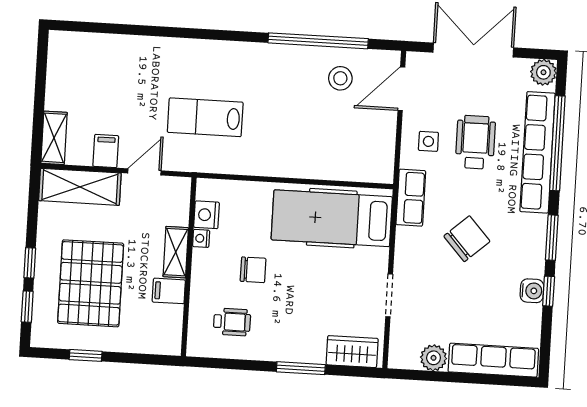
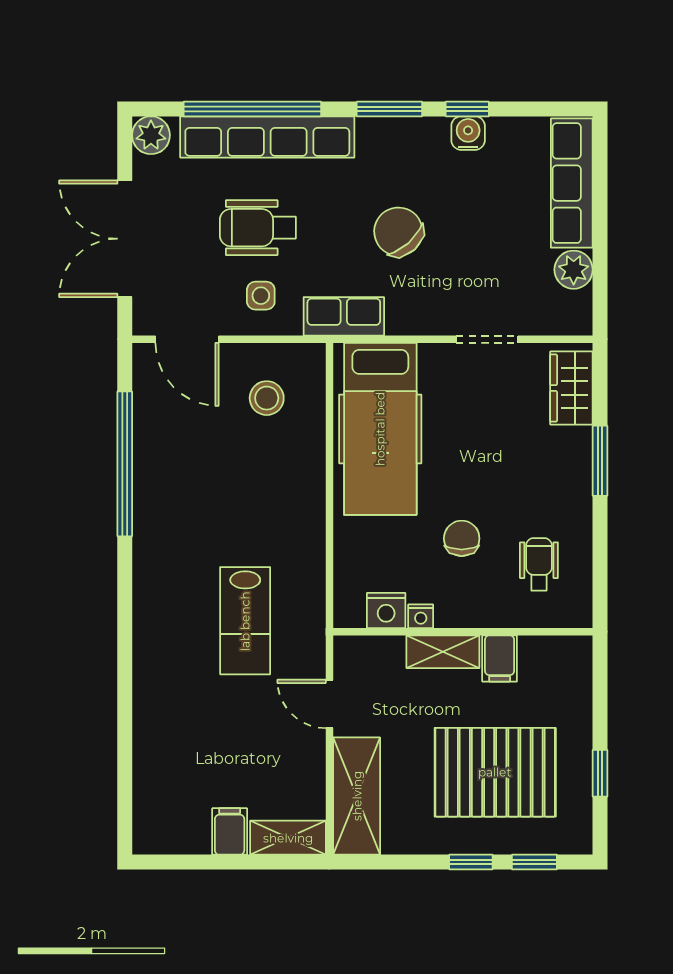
stool: (340, 78) -> (267, 398), moved
filing cabinet: (106, 151) -> (230, 831), moved, turned 90

